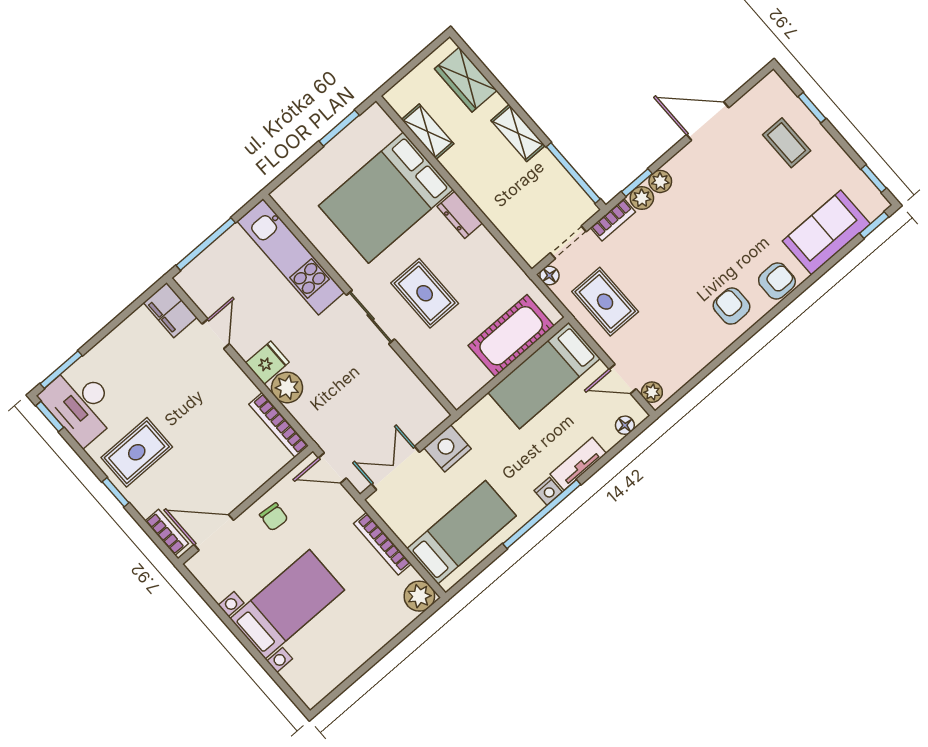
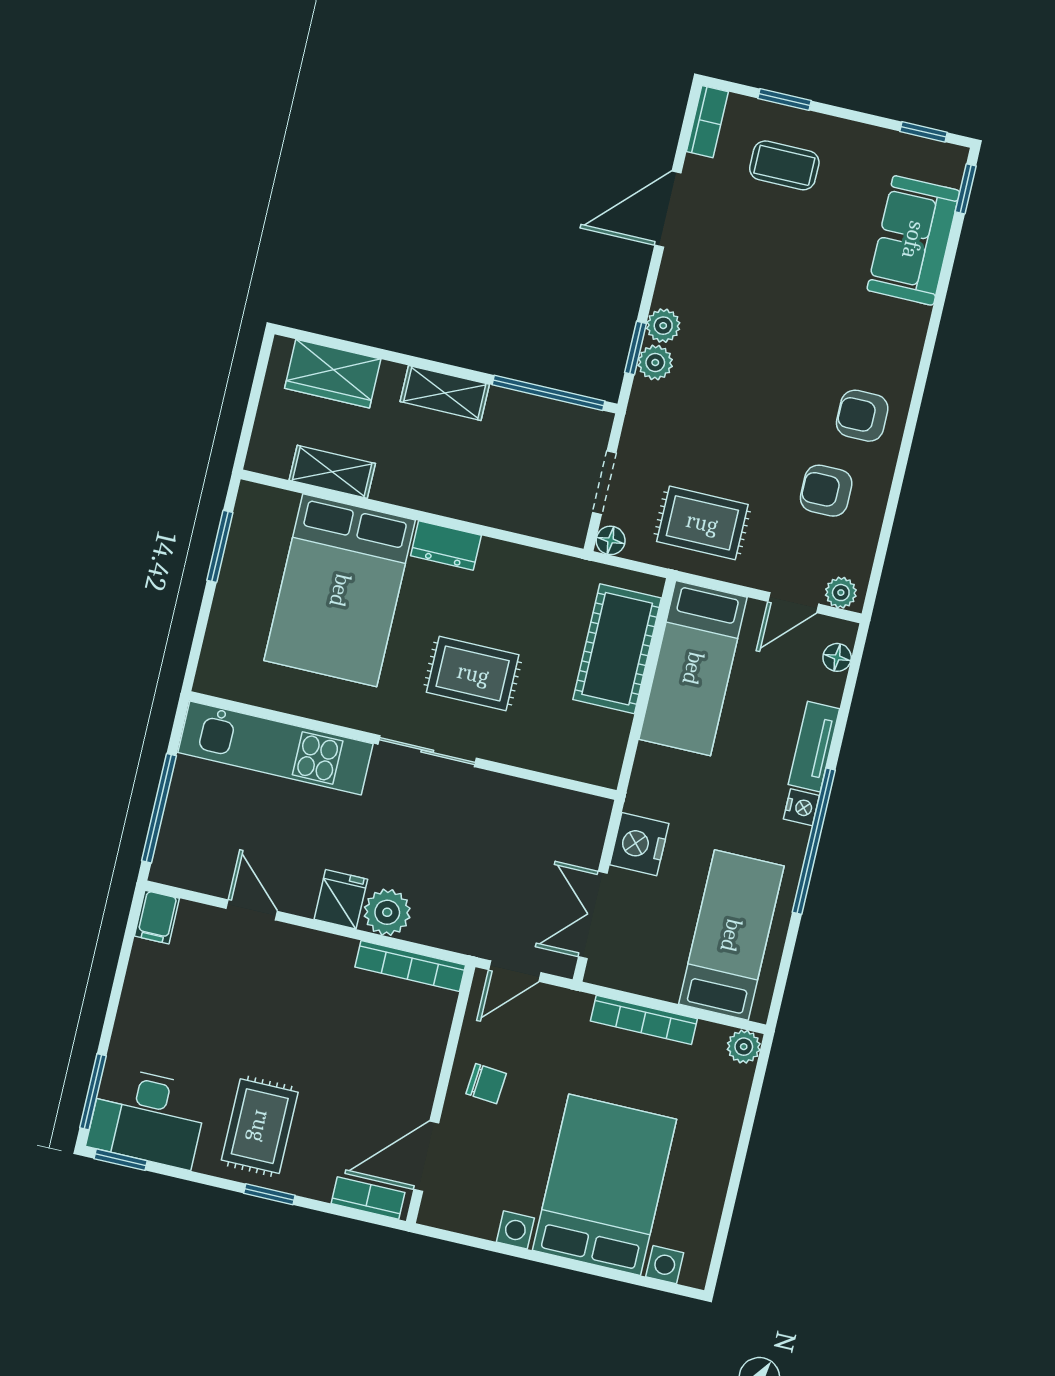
bookcase: (613, 220) -> (707, 122), moved
armchair: (777, 281) -> (826, 491), moved, turned -90
filing cabinet: (170, 310) -> (157, 917), width x0.50
plant: (419, 596) -> (744, 1047), width x0.73, depth x0.73
bed with nightstands: (287, 604) -> (605, 1185), width x1.36

